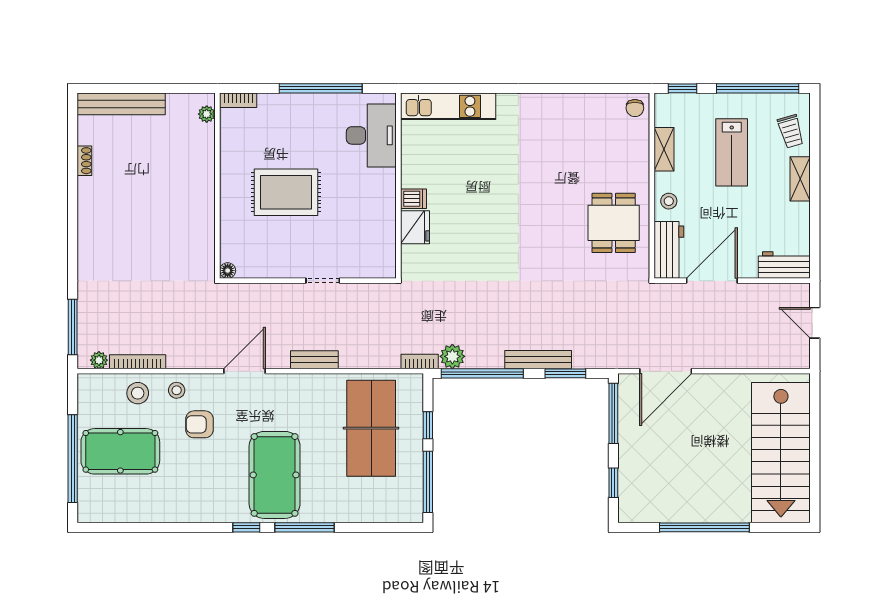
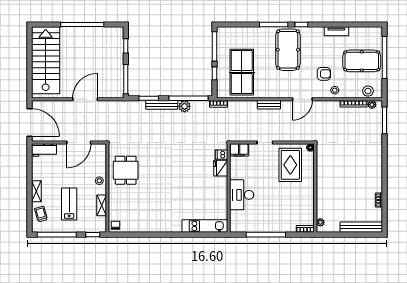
desk: (371, 135) -> (242, 195), moved
rug: (286, 192) -> (290, 165), moved, turned 90
dishwasher: (414, 199) -> (221, 155), moved
workbench: (669, 250) -> (99, 157), removed
filing cabinet: (377, 265) -> (239, 150), added
door: (815, 323) -> (29, 122), width x1.87
plant: (452, 356) -> (185, 106), moved
door: (666, 371) -> (85, 99), moved
stool: (138, 393) -> (368, 91), moved
tv unit: (173, 513) -> (336, 31), added

